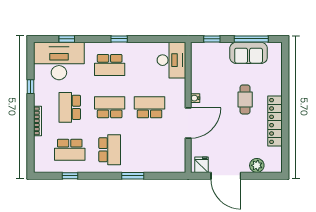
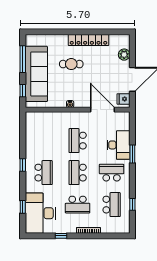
sofa: (249, 53) -> (36, 74), width x1.85, depth x1.27
desk: (171, 60) -> (118, 145), moved, turned 90
door: (188, 123) -> (102, 110), moved

